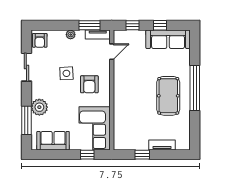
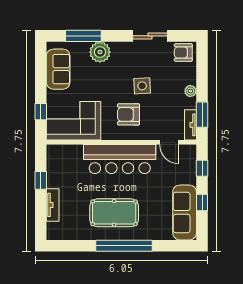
bar counter: (125, 91) -> (120, 159), added

